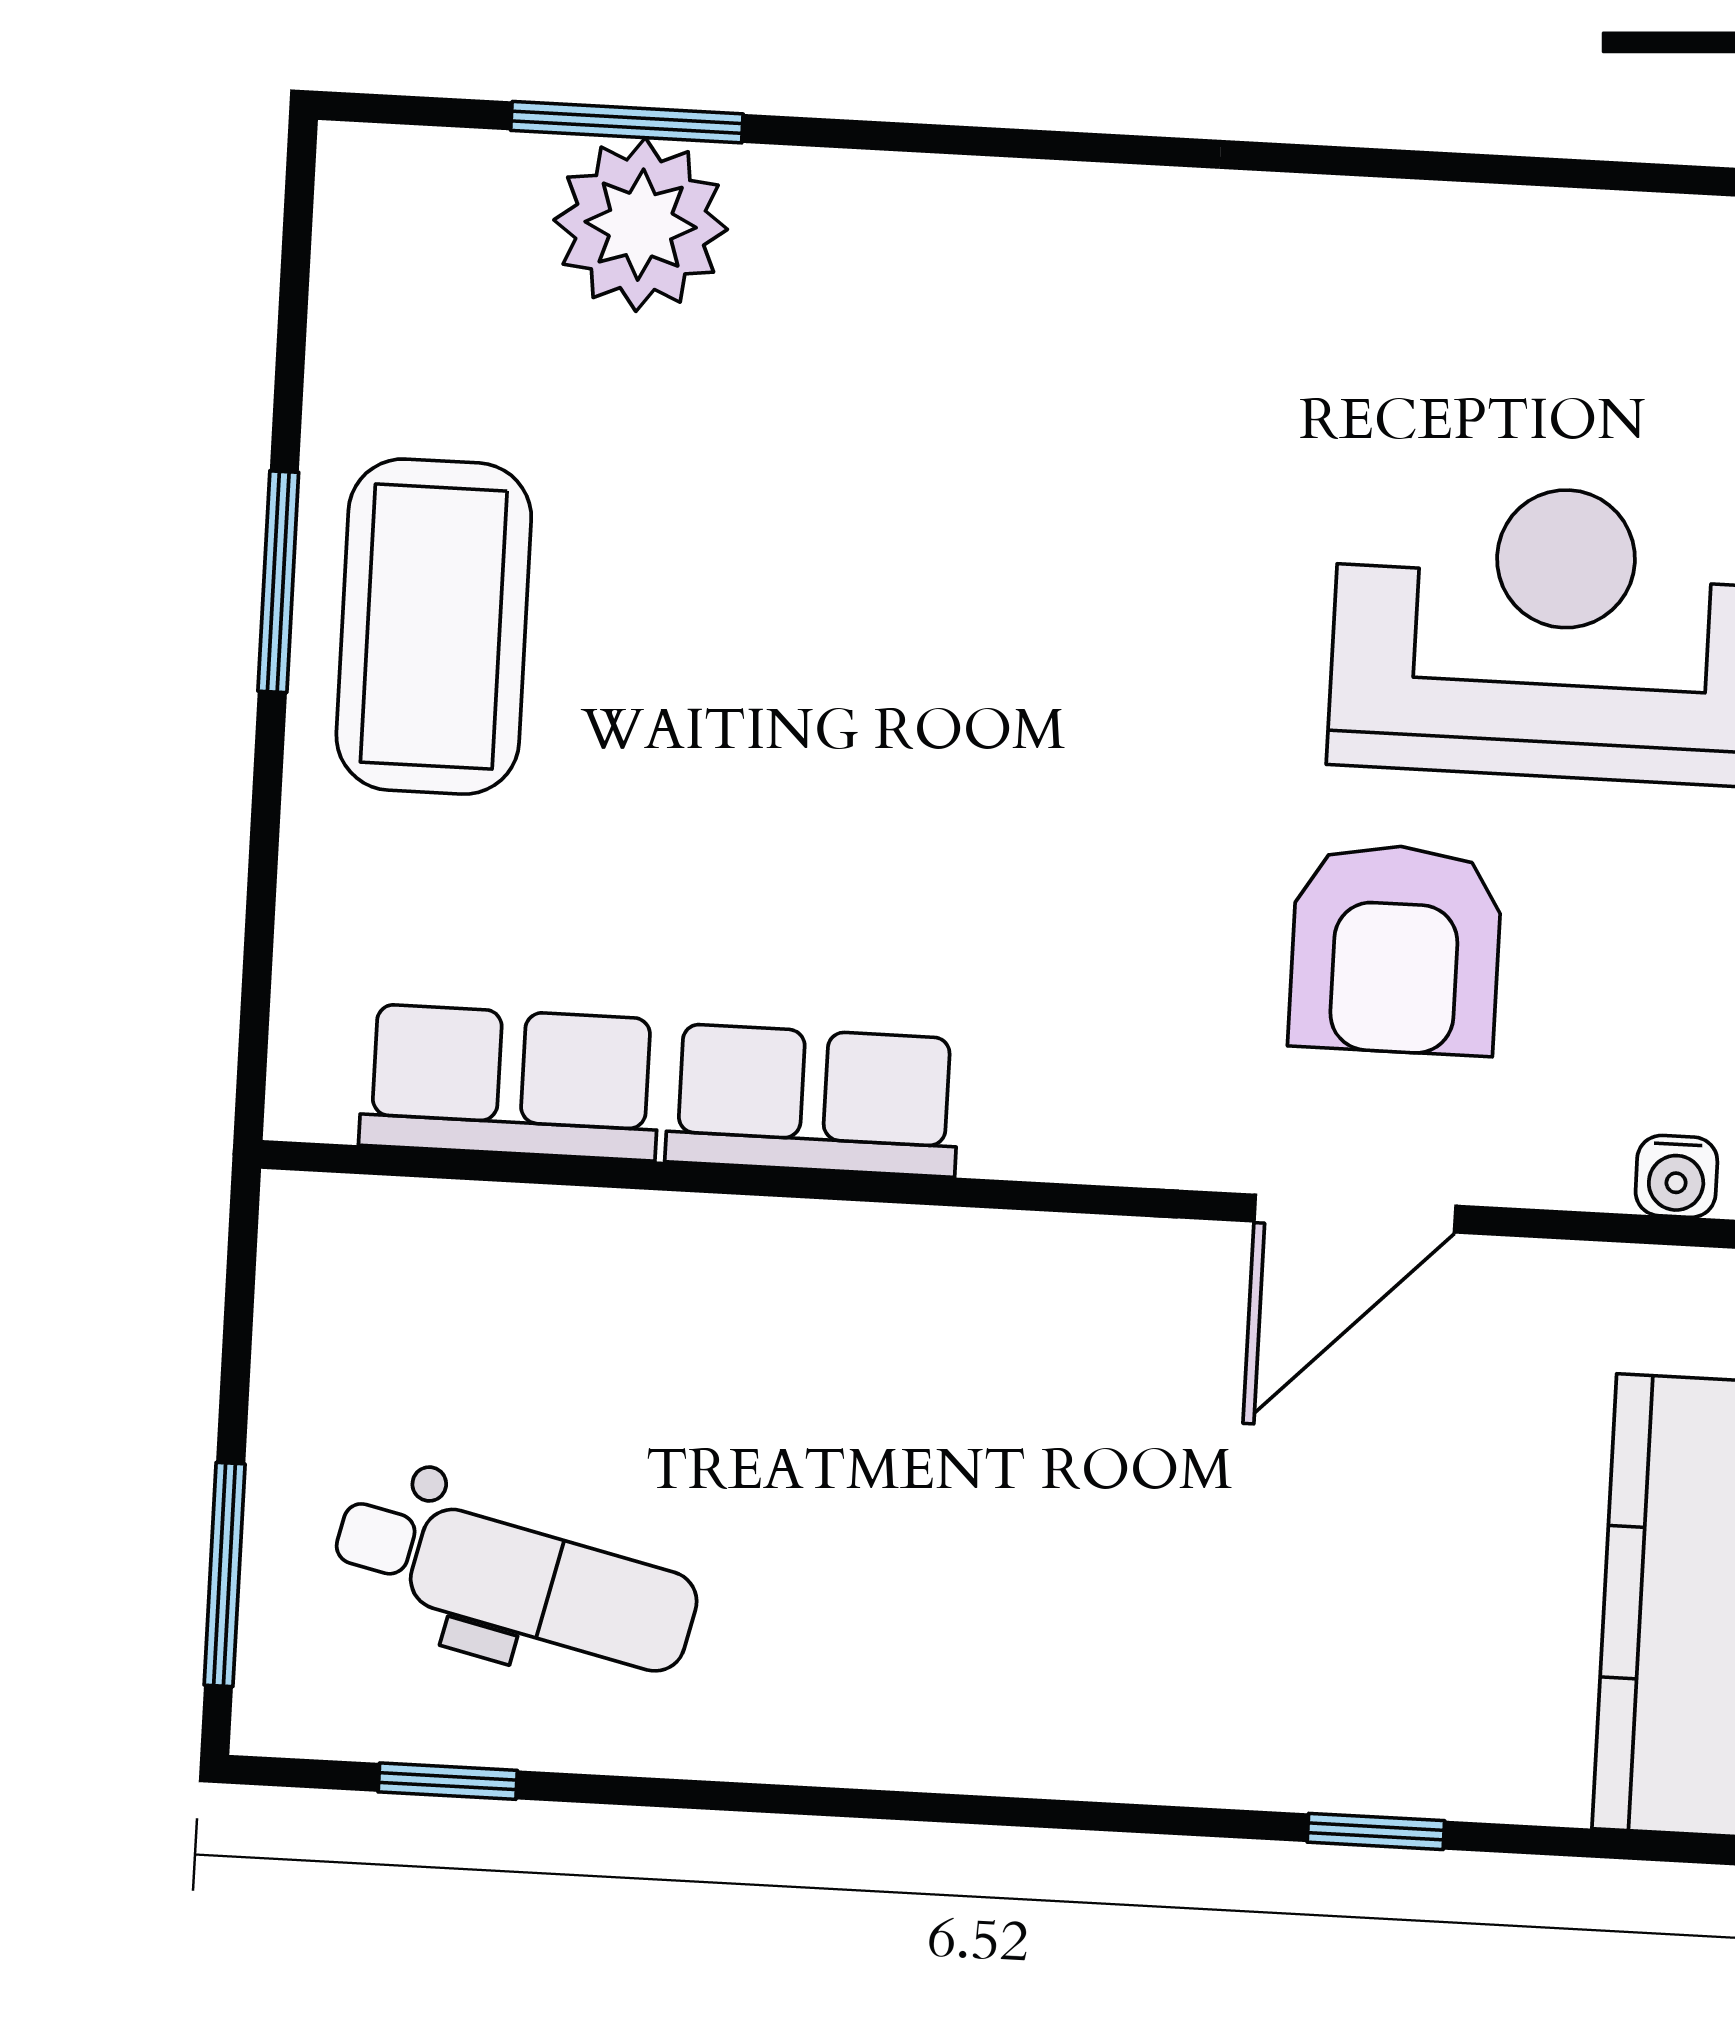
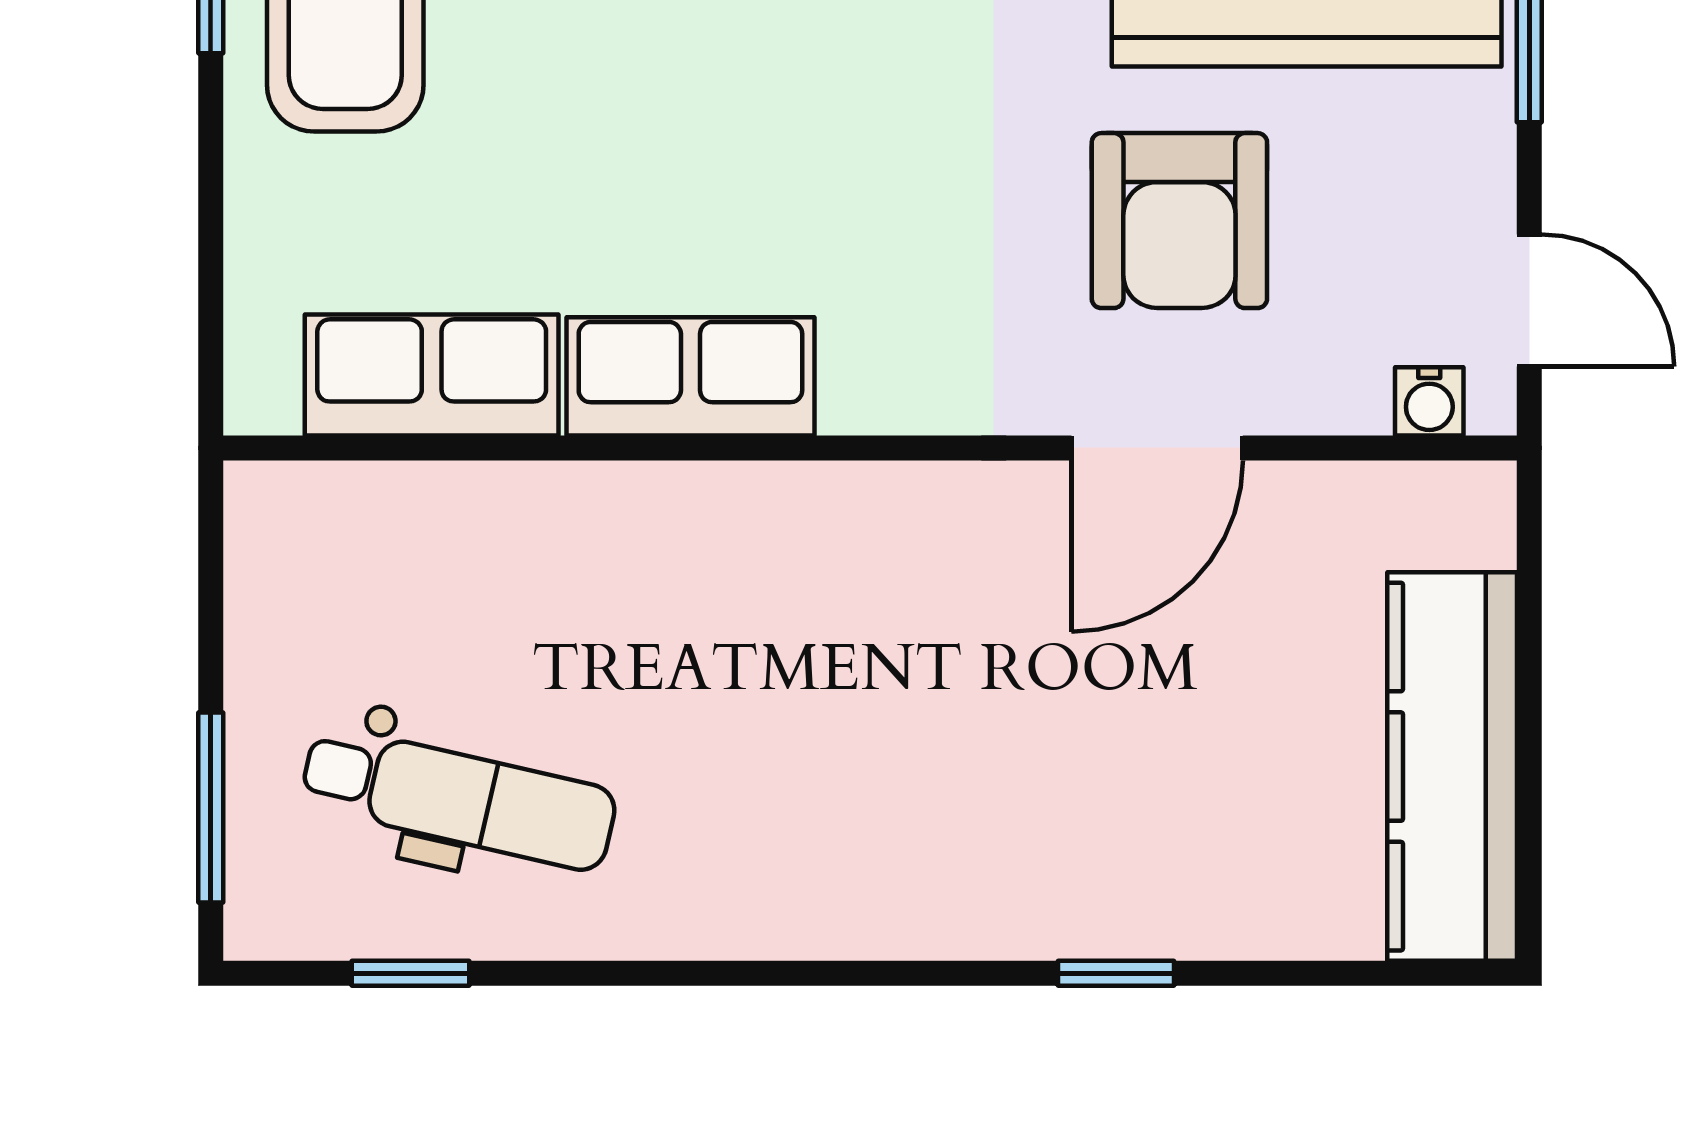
window: (1376, 1831) -> (1116, 973), moved

